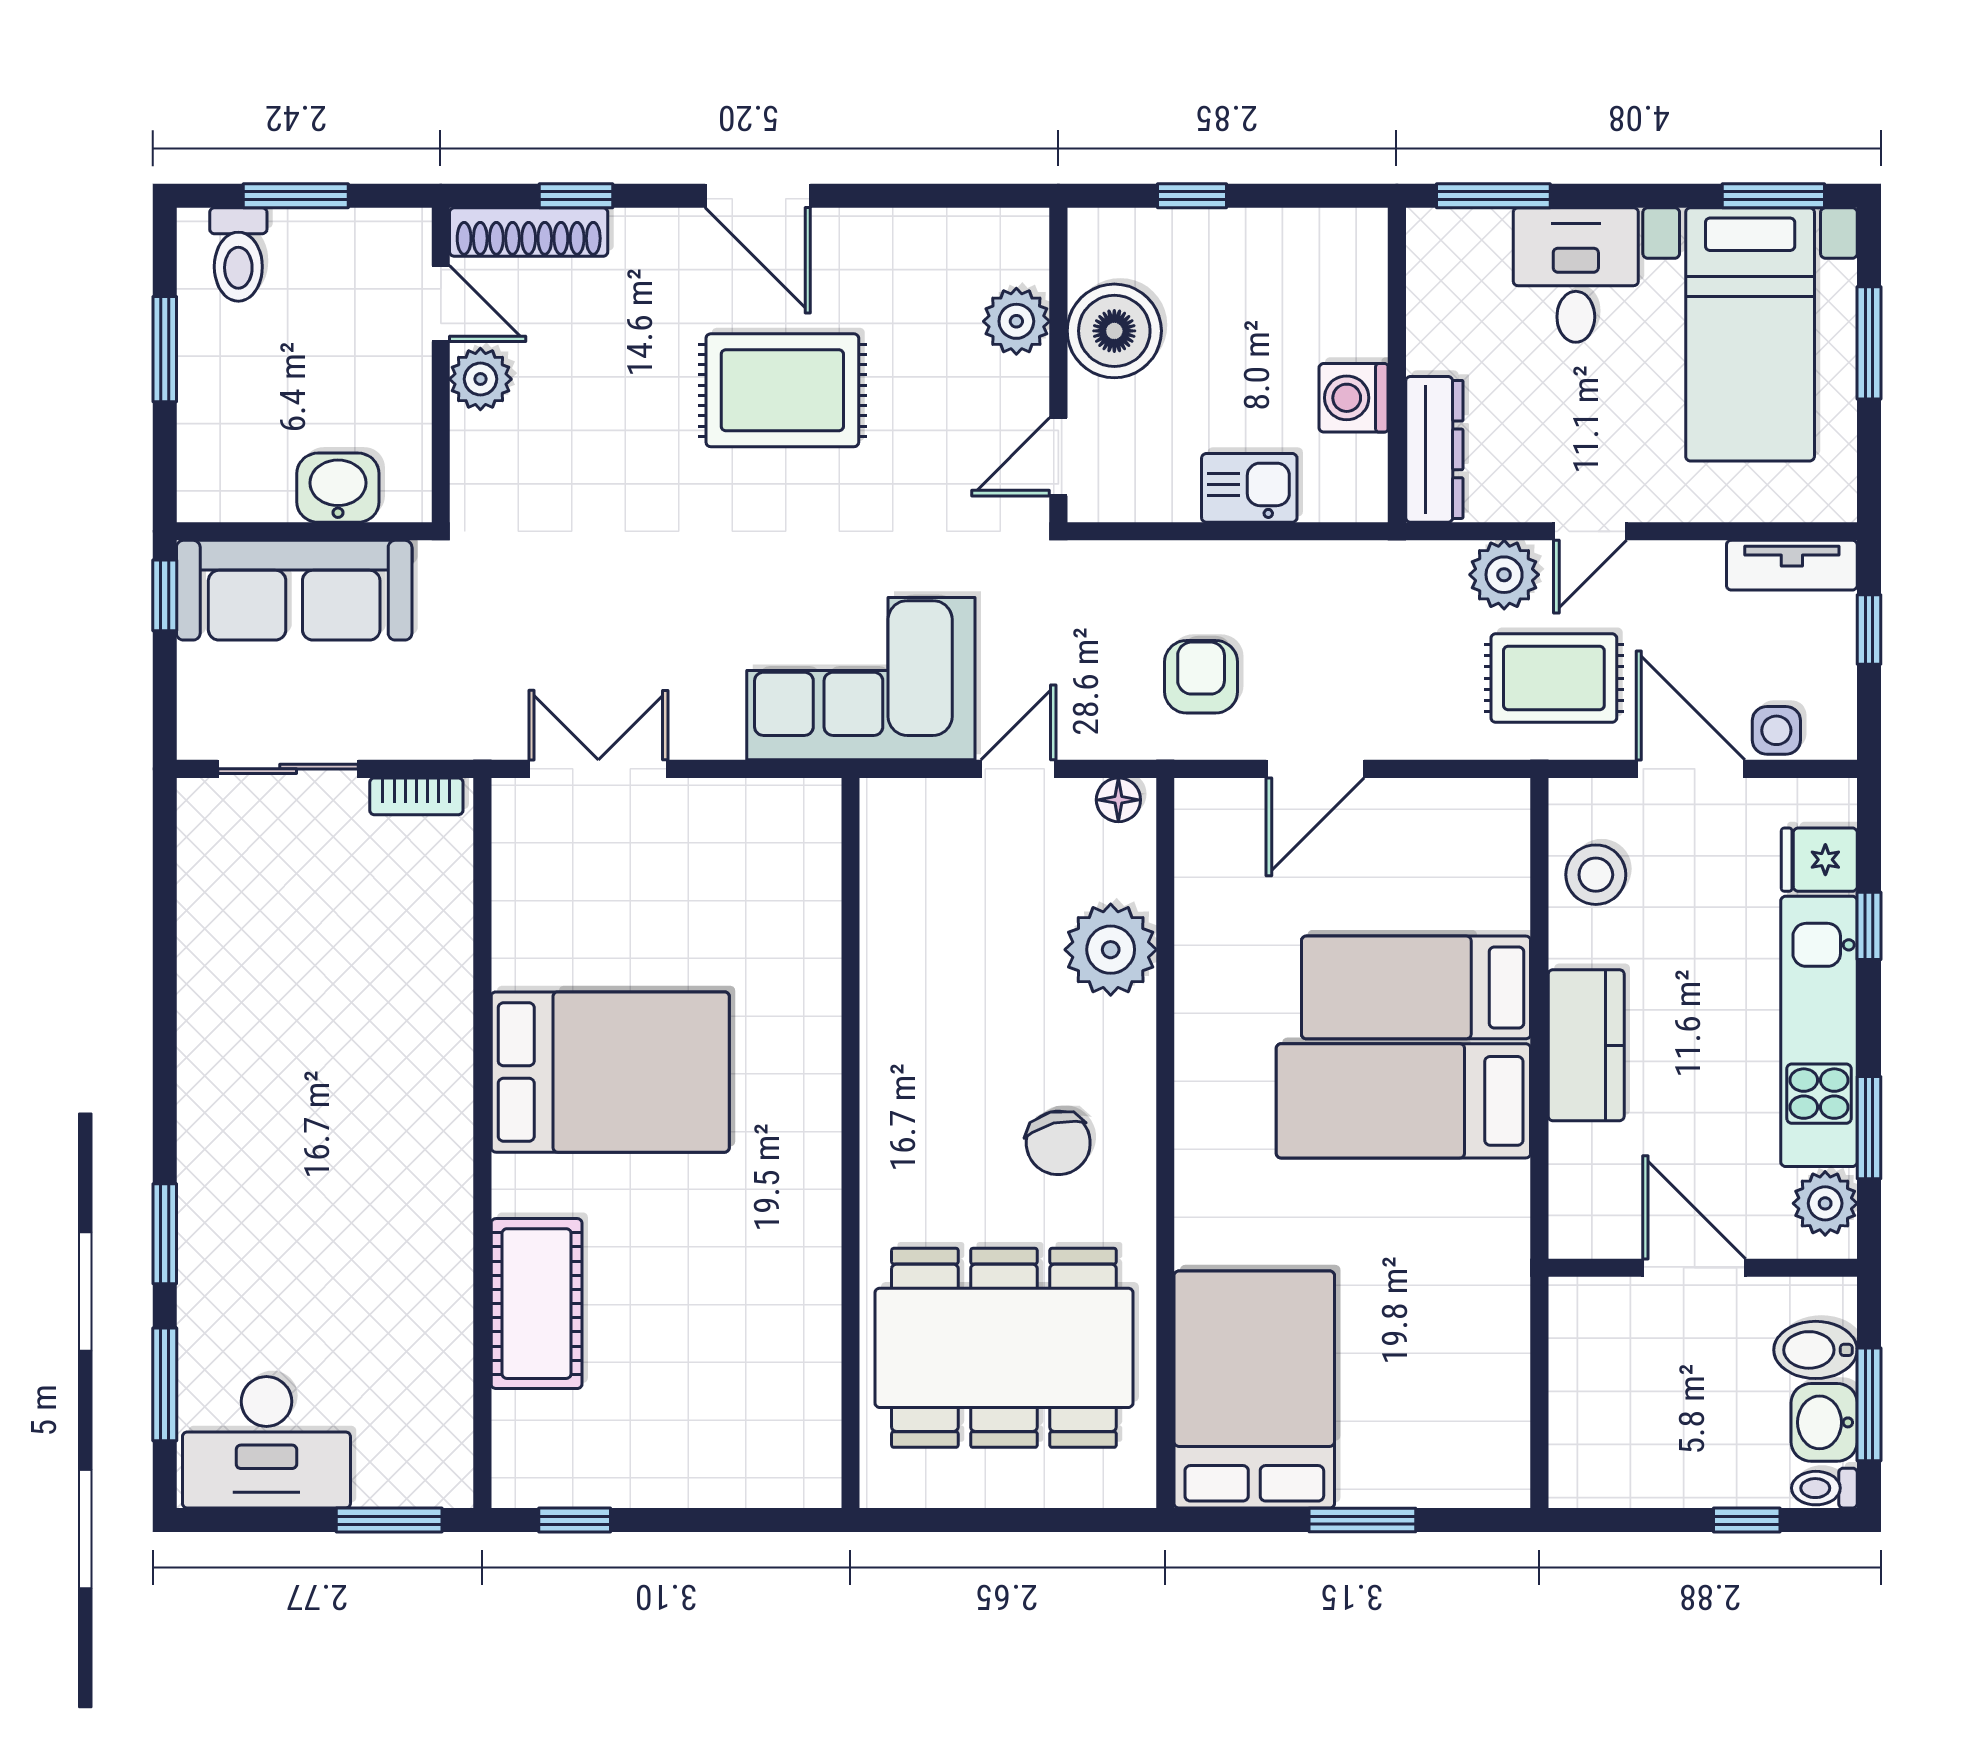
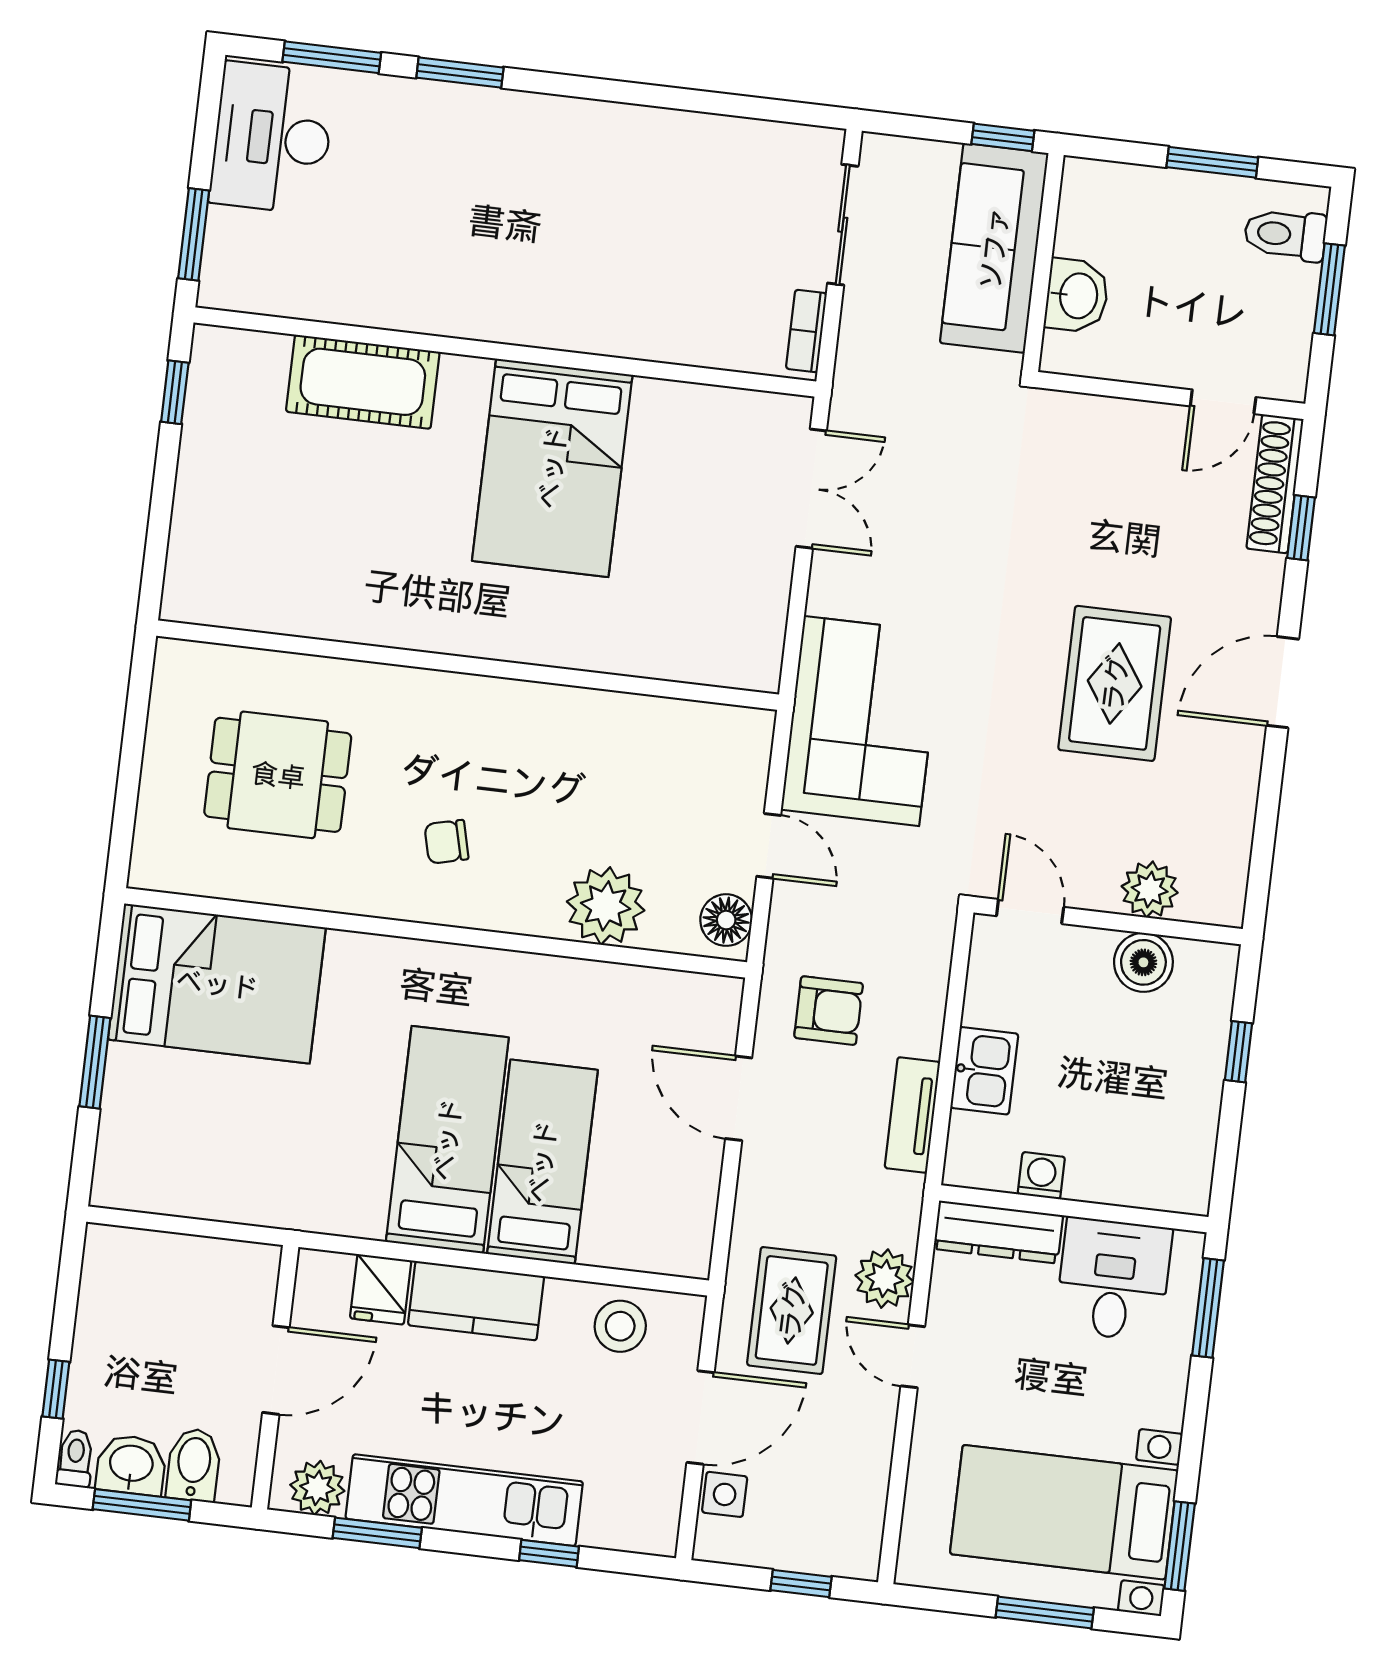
desk: (1576, 275) -> (1114, 1279), moved, turned -90
boiler: (1114, 331) -> (1143, 962), width x0.73, depth x0.73
plant: (480, 379) -> (1155, 428), removed
washing machine: (1354, 398) -> (1041, 1176), width x0.73, depth x0.73
tv unit: (1792, 565) -> (912, 1115), moved
floor lamp: (1118, 800) -> (726, 920), width x1.37, depth x1.37
fridge: (1819, 860) -> (381, 1289), moved, turned 180
chair: (1058, 1143) -> (447, 842), width x0.73, depth x0.73
dining table: (1004, 1348) -> (278, 775), width x0.53, depth x0.80

